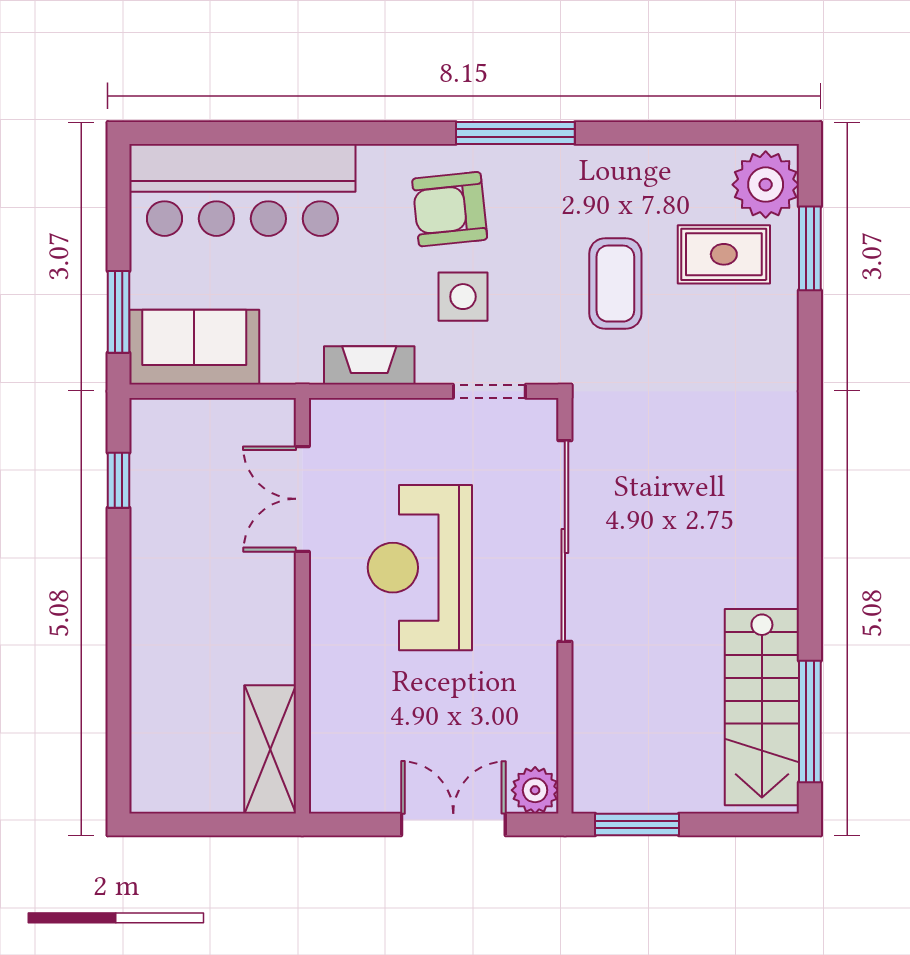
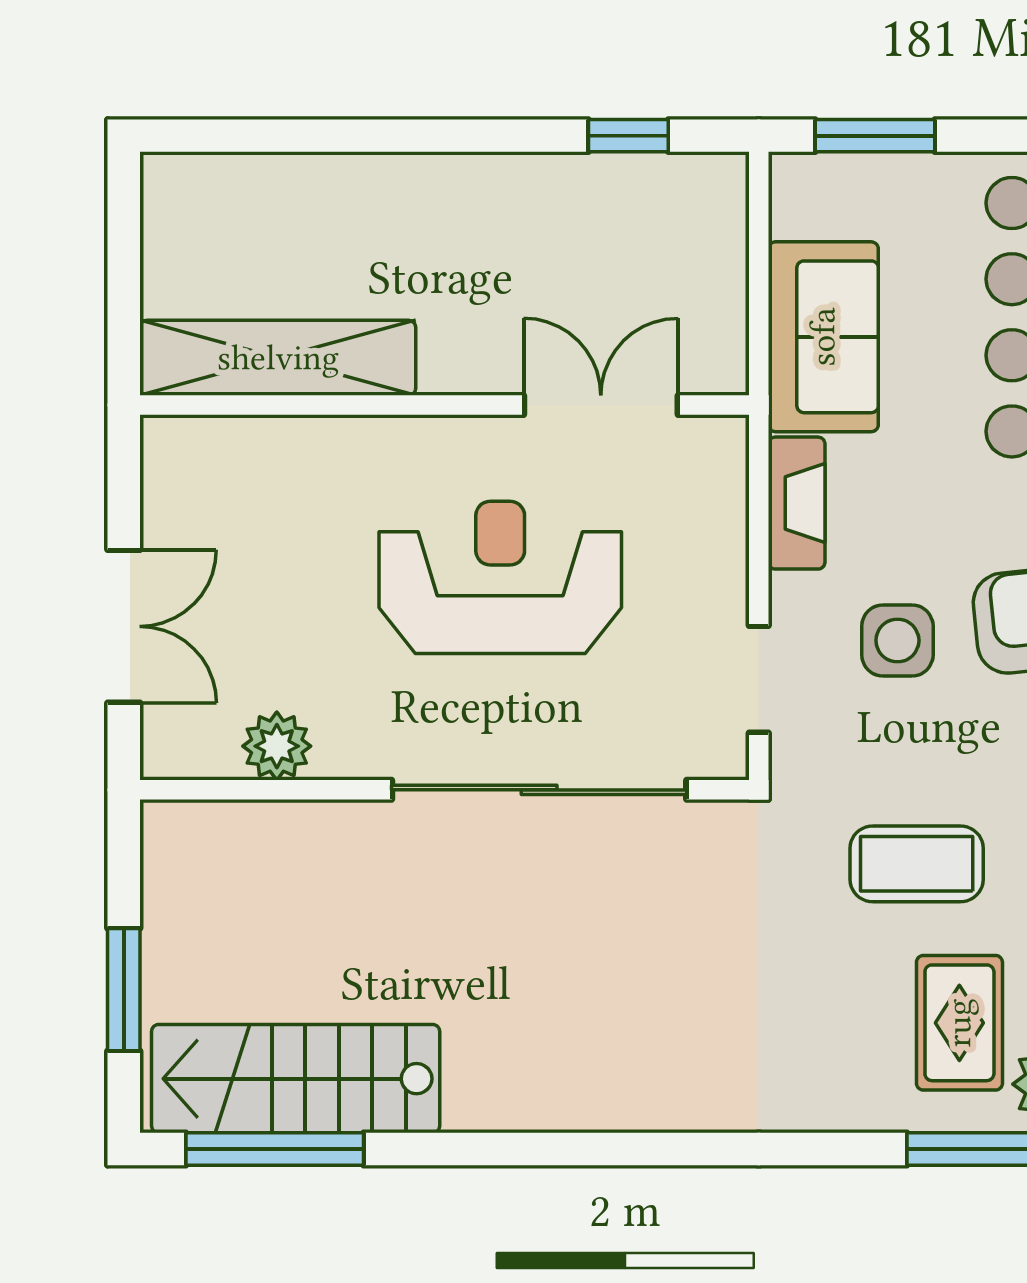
sofa: (194, 347) -> (823, 337), moved
shelving: (270, 749) -> (278, 358), width x1.47
plant: (535, 790) -> (277, 746), moved
window: (637, 824) -> (124, 990), moved

